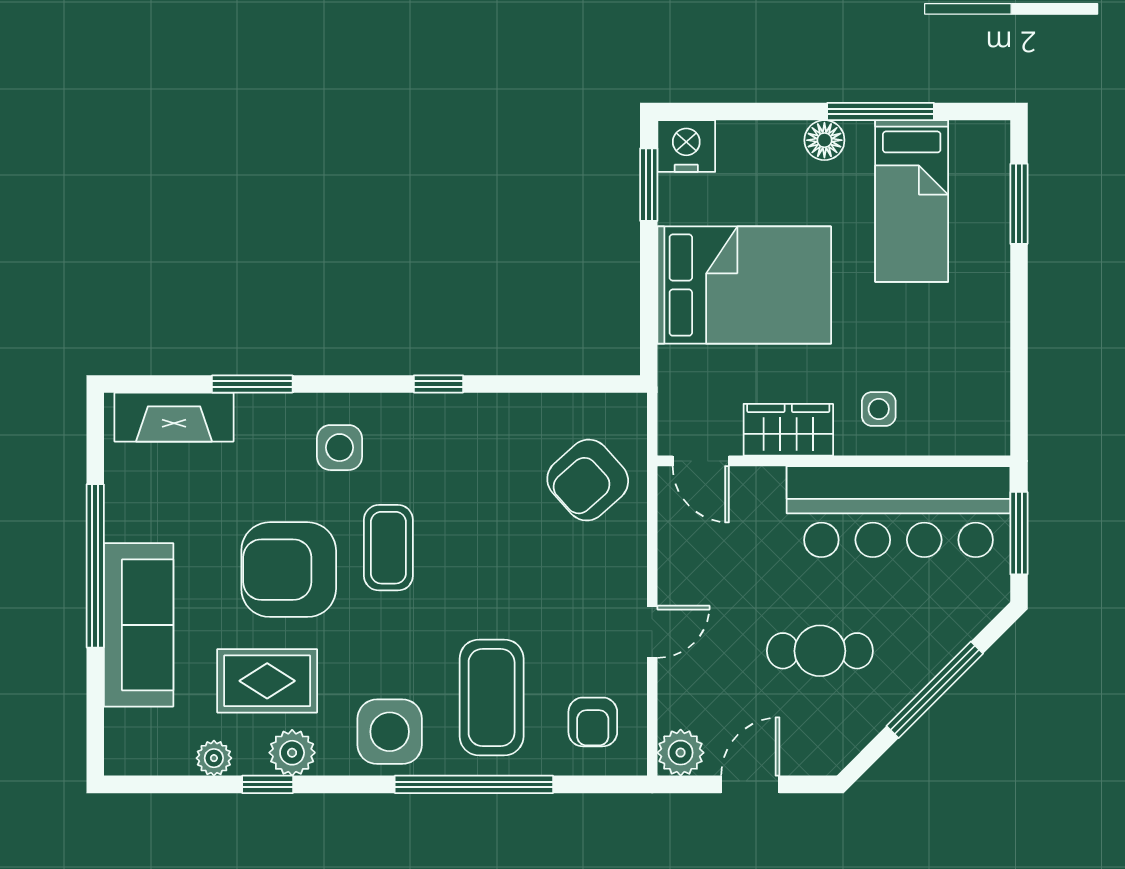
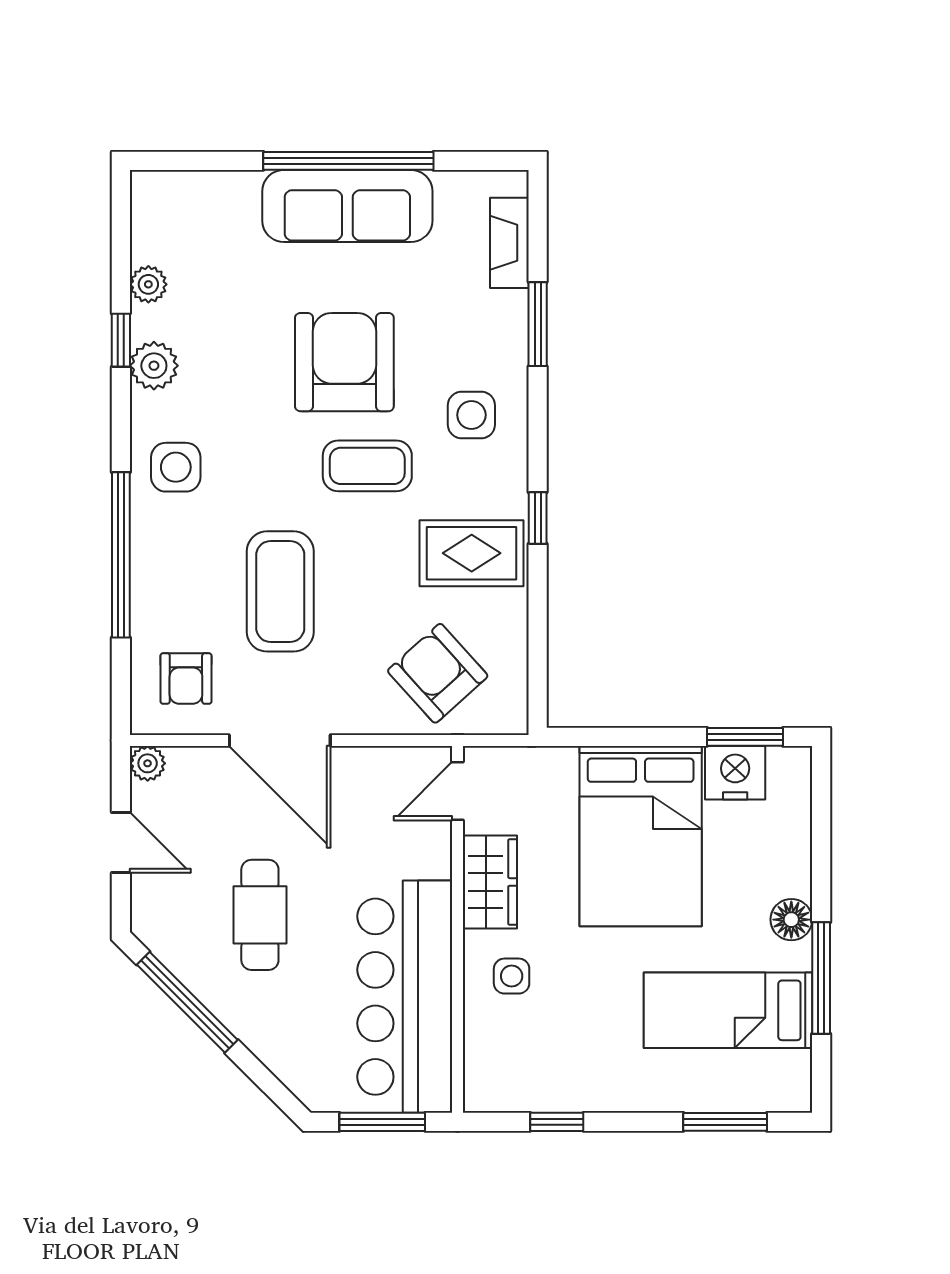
nightstand: (686, 146) -> (735, 773), moved, turned -90
window: (1019, 366) -> (557, 1122), added
fireplace: (174, 417) -> (509, 243), width x0.73, depth x0.76
sofa: (139, 625) -> (347, 206), moved
door: (652, 632) -> (280, 740), width x1.88
rug: (267, 681) -> (472, 553), moved, turned 90
window: (935, 690) -> (187, 1002), moved
coffee table: (492, 697) -> (280, 591), moved, turned 90
armchair: (593, 722) -> (186, 679), turned -90
side table: (390, 732) -> (176, 467), width x0.73, depth x0.73
plant: (681, 753) -> (148, 763), width x0.73, depth x0.73

